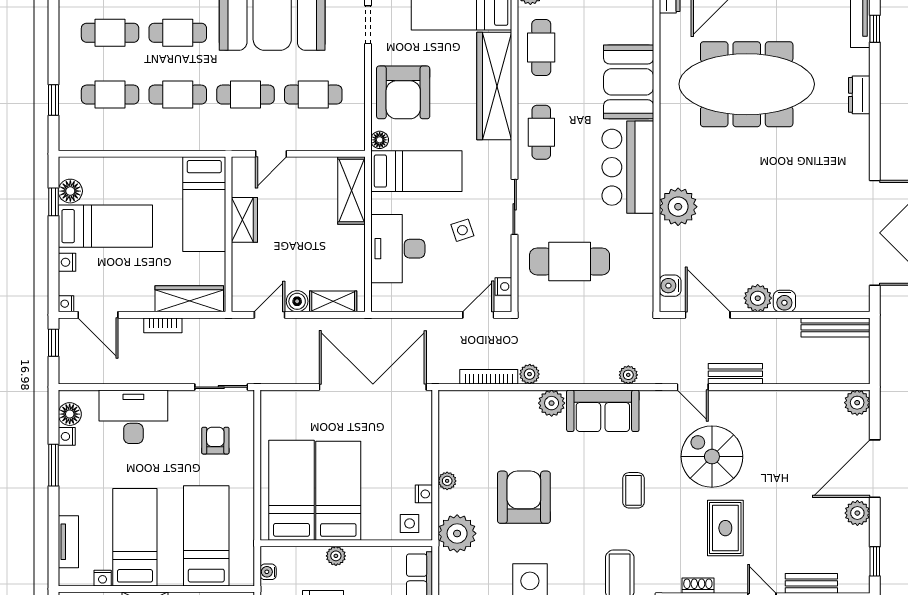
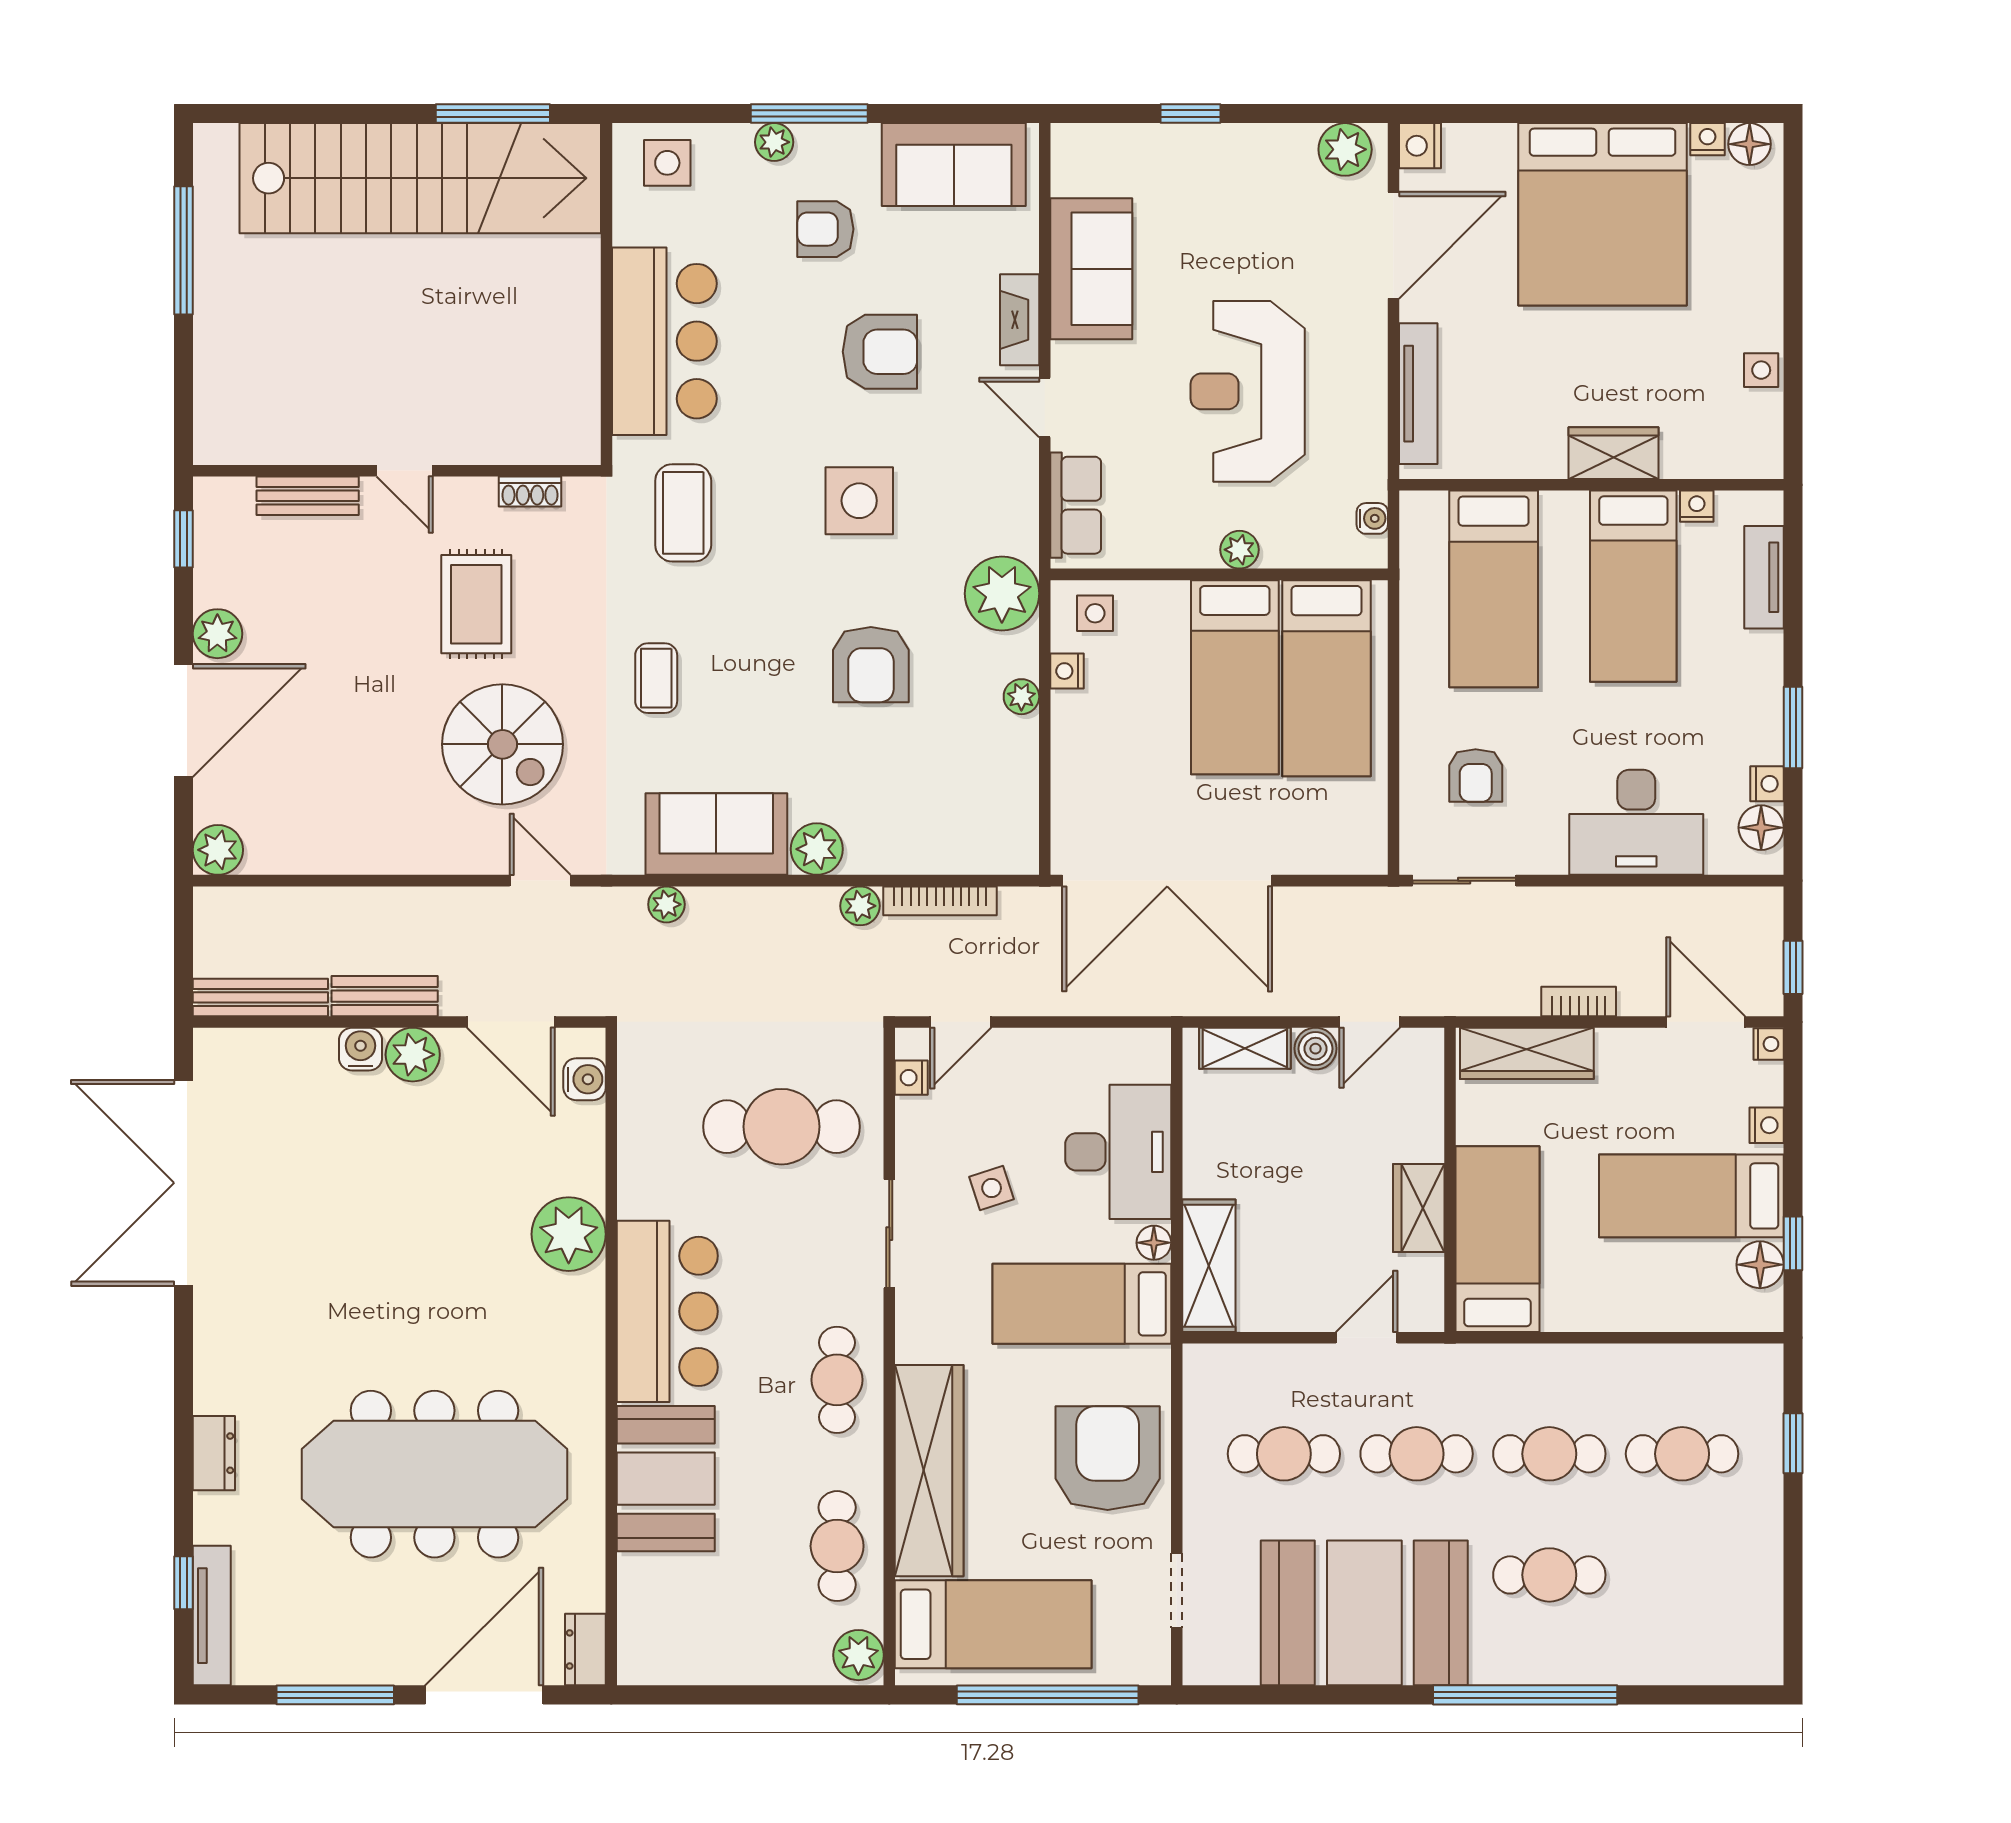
cafe table: (110, 33) -> (1682, 1575), removed
floor lamp: (380, 140) -> (1154, 1243), moved
bench: (735, 374) -> (385, 996), moved
armchair: (524, 497) -> (871, 665), width x0.73, depth x0.73

